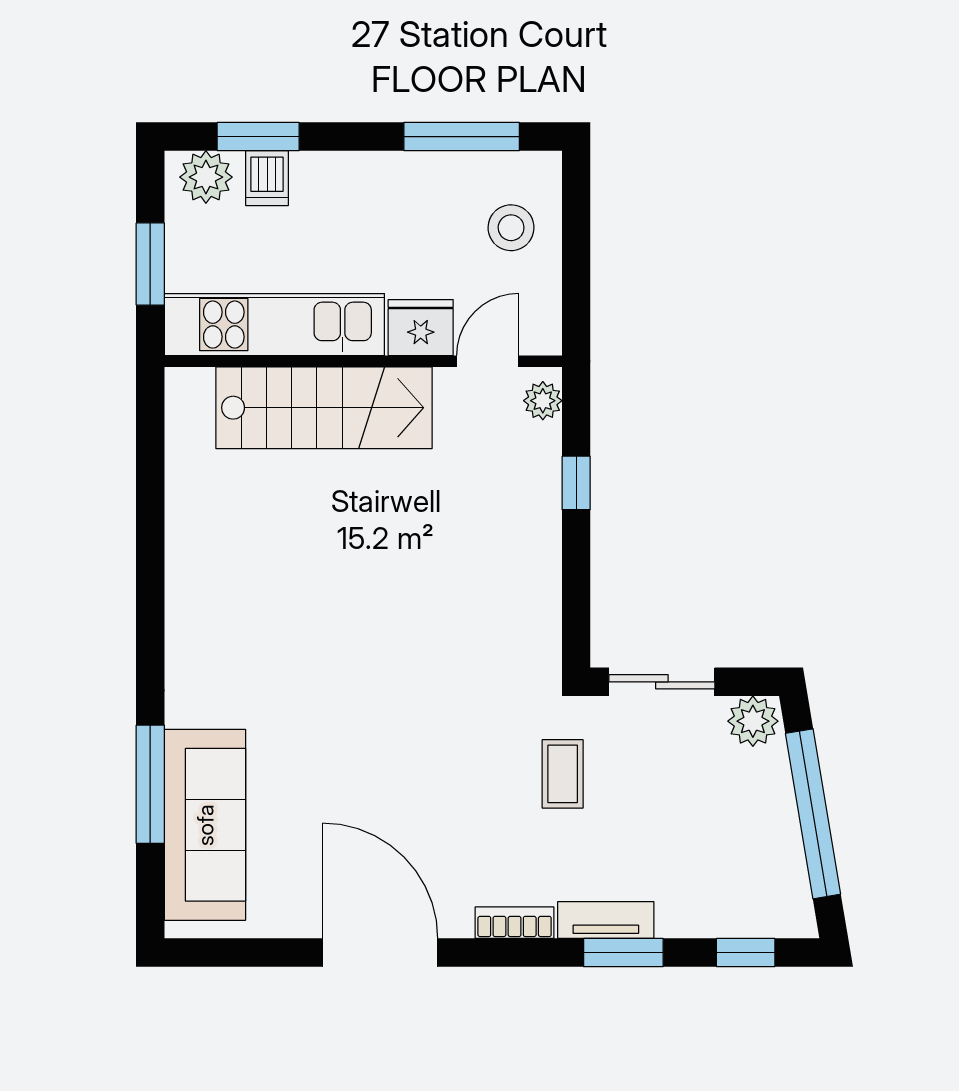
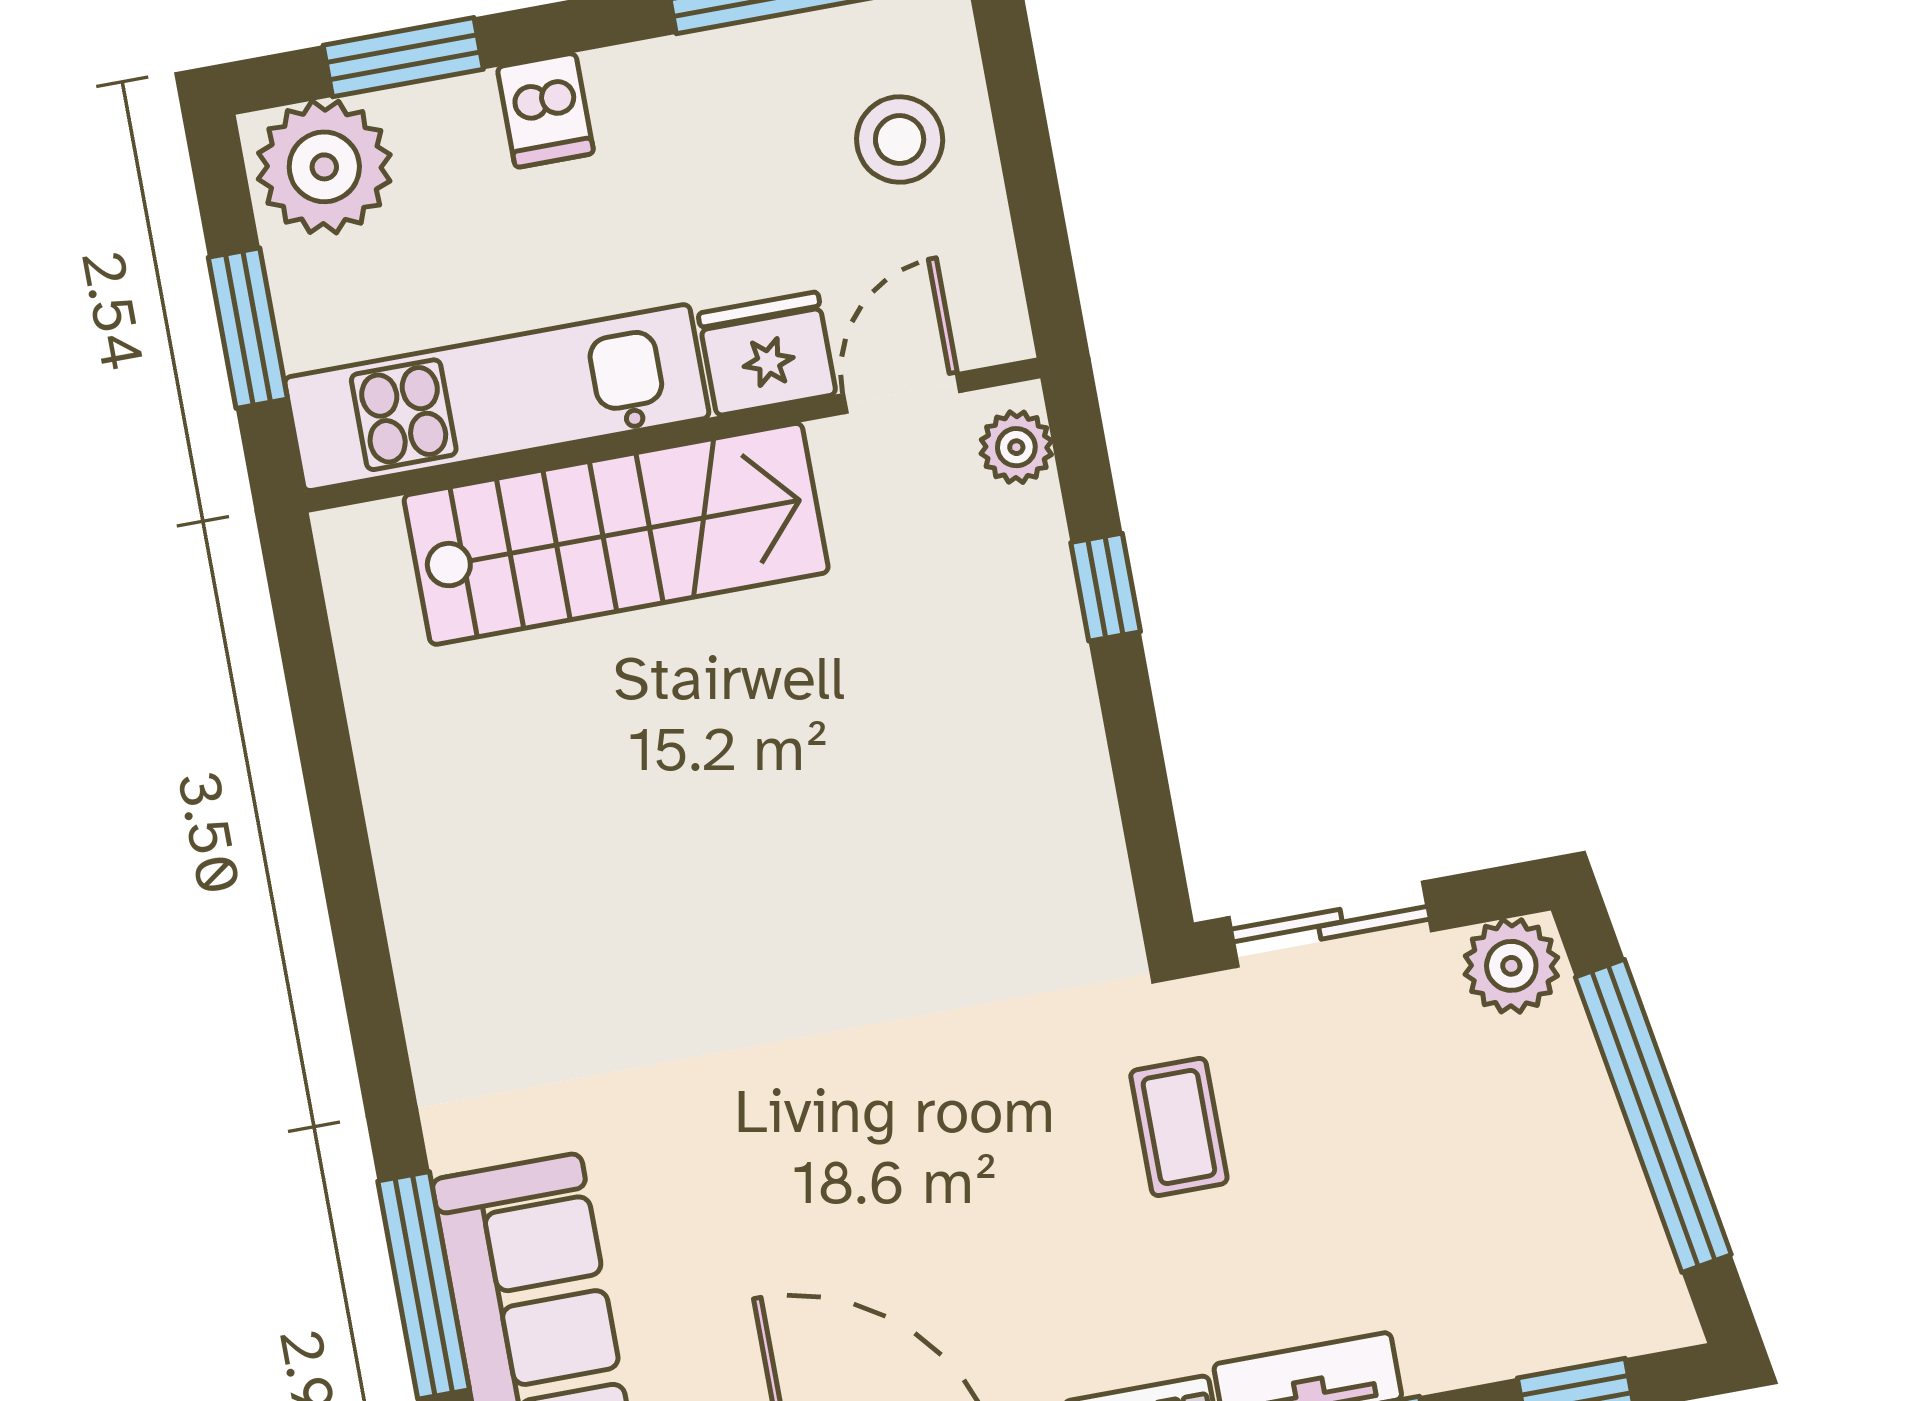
plant: (206, 177) -> (324, 167), width x1.36, depth x1.36
dishwasher: (267, 178) -> (545, 110), moved

